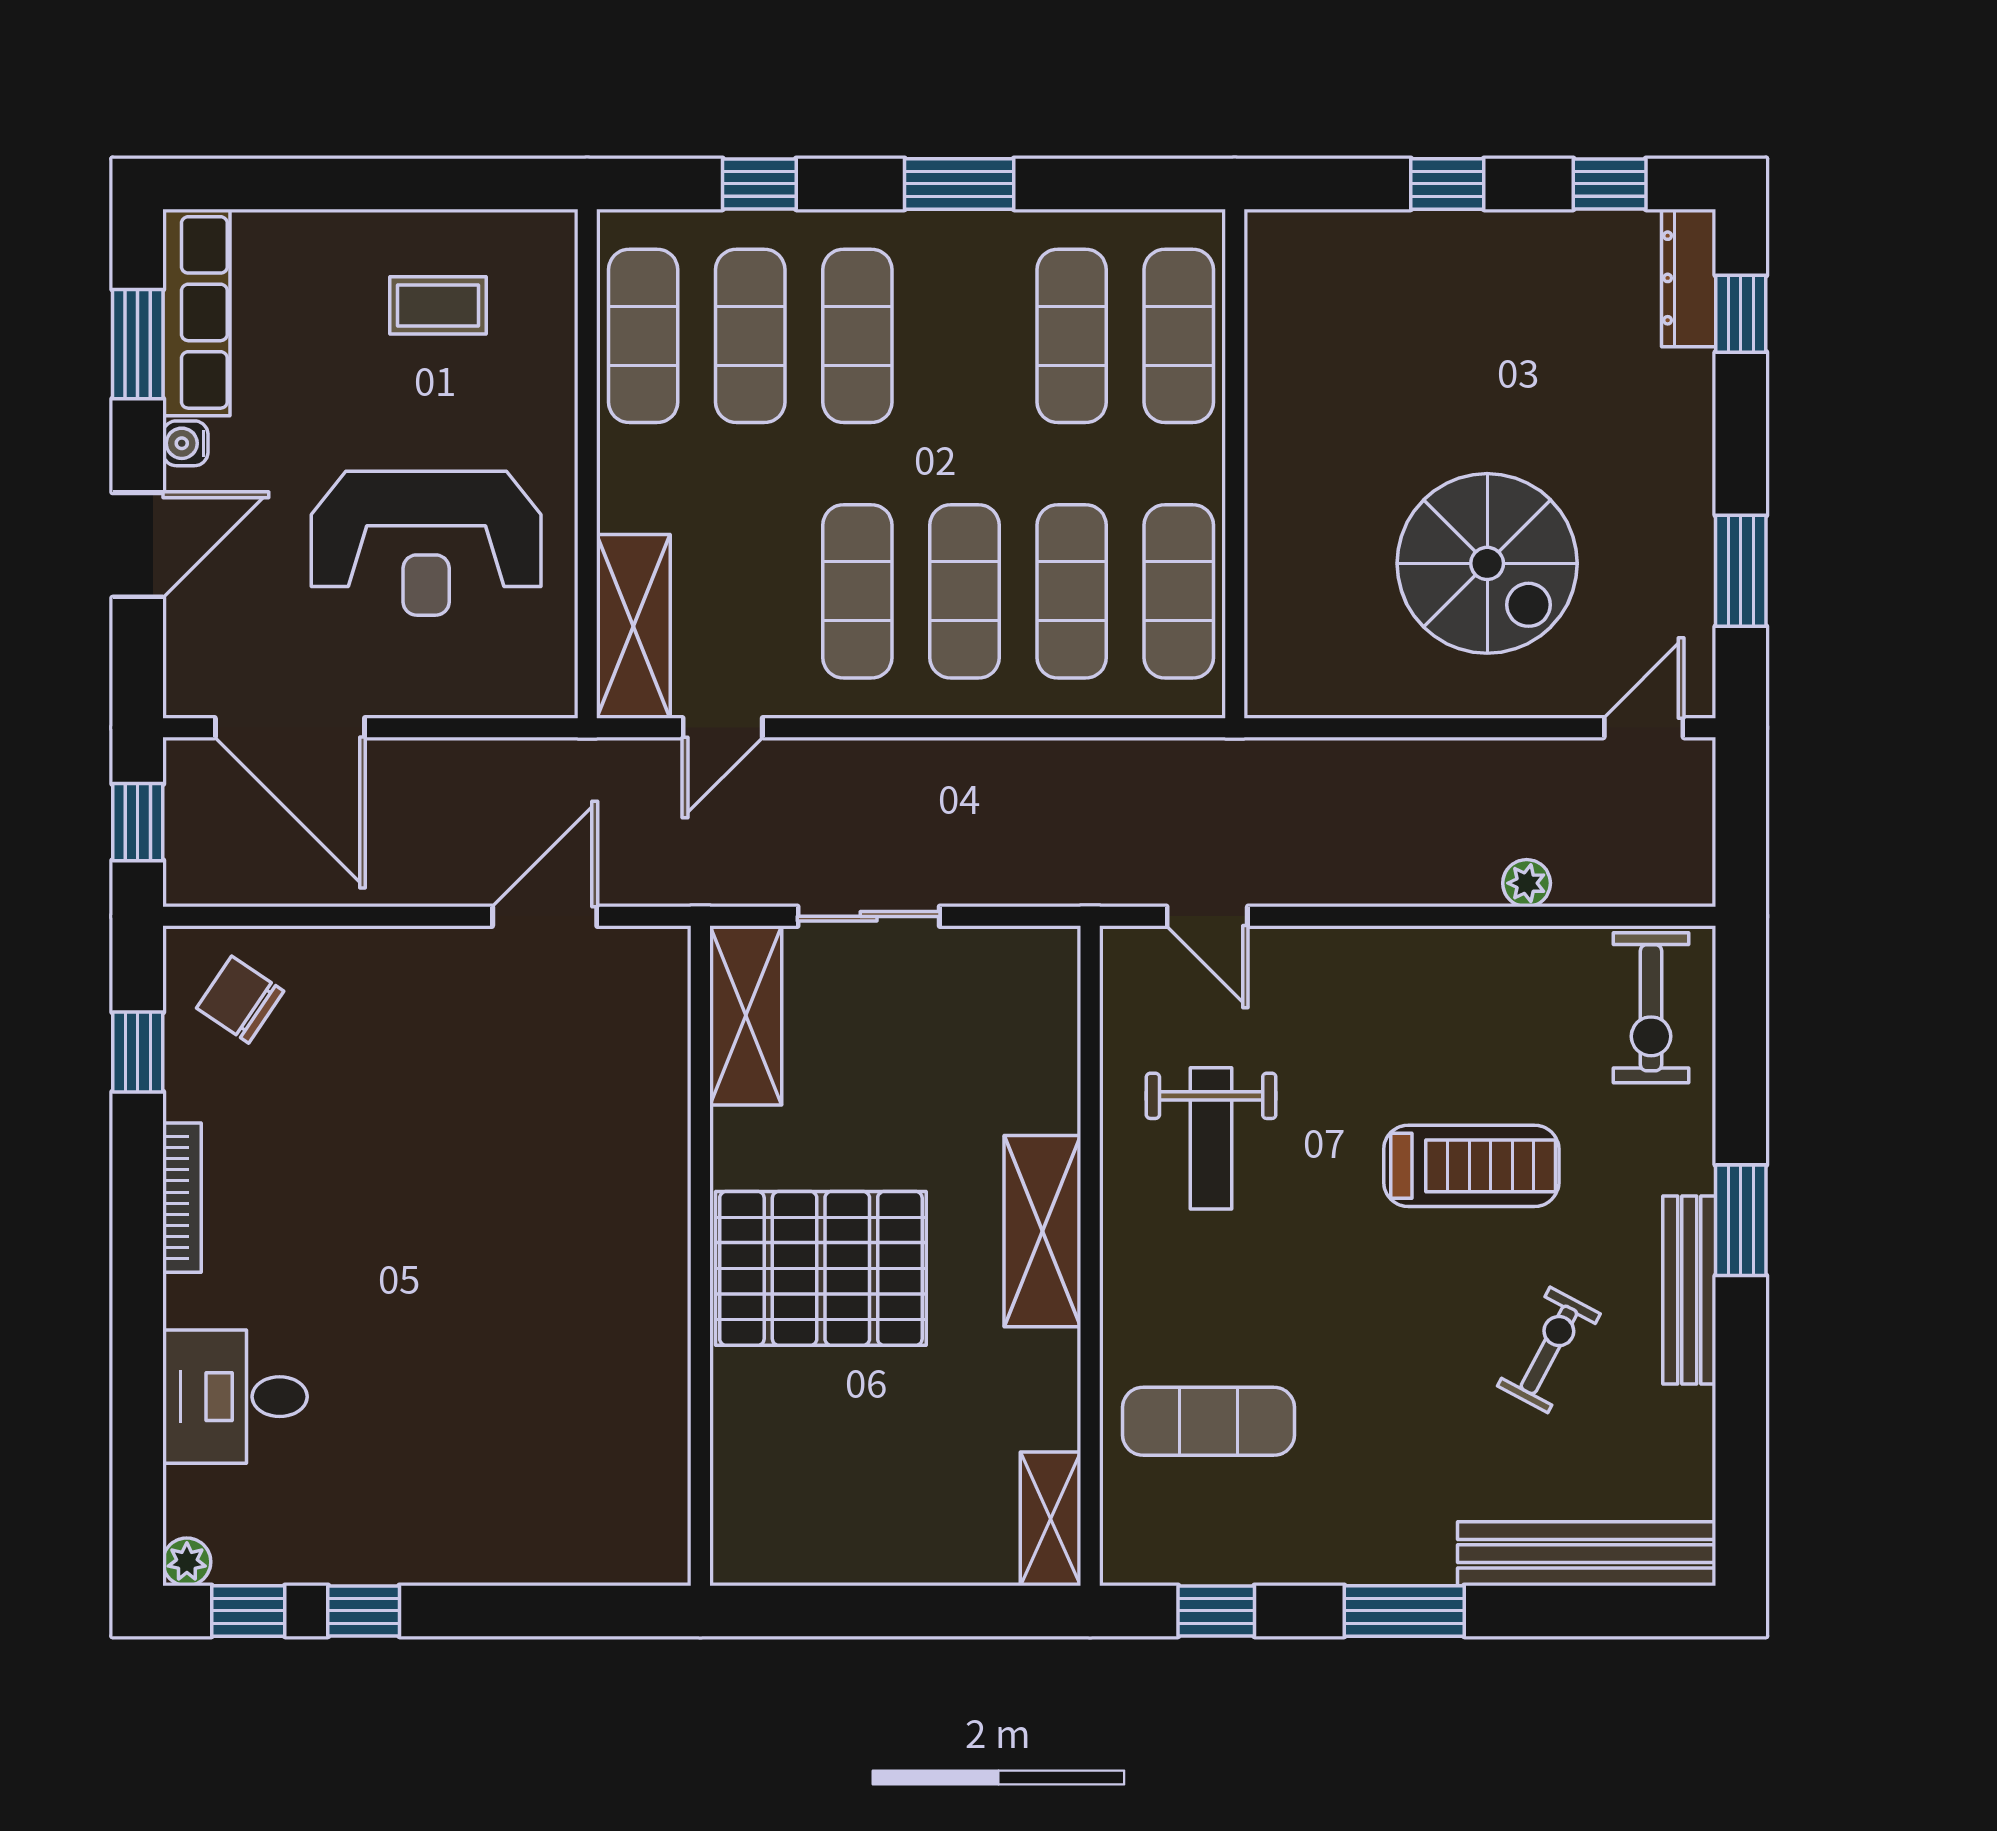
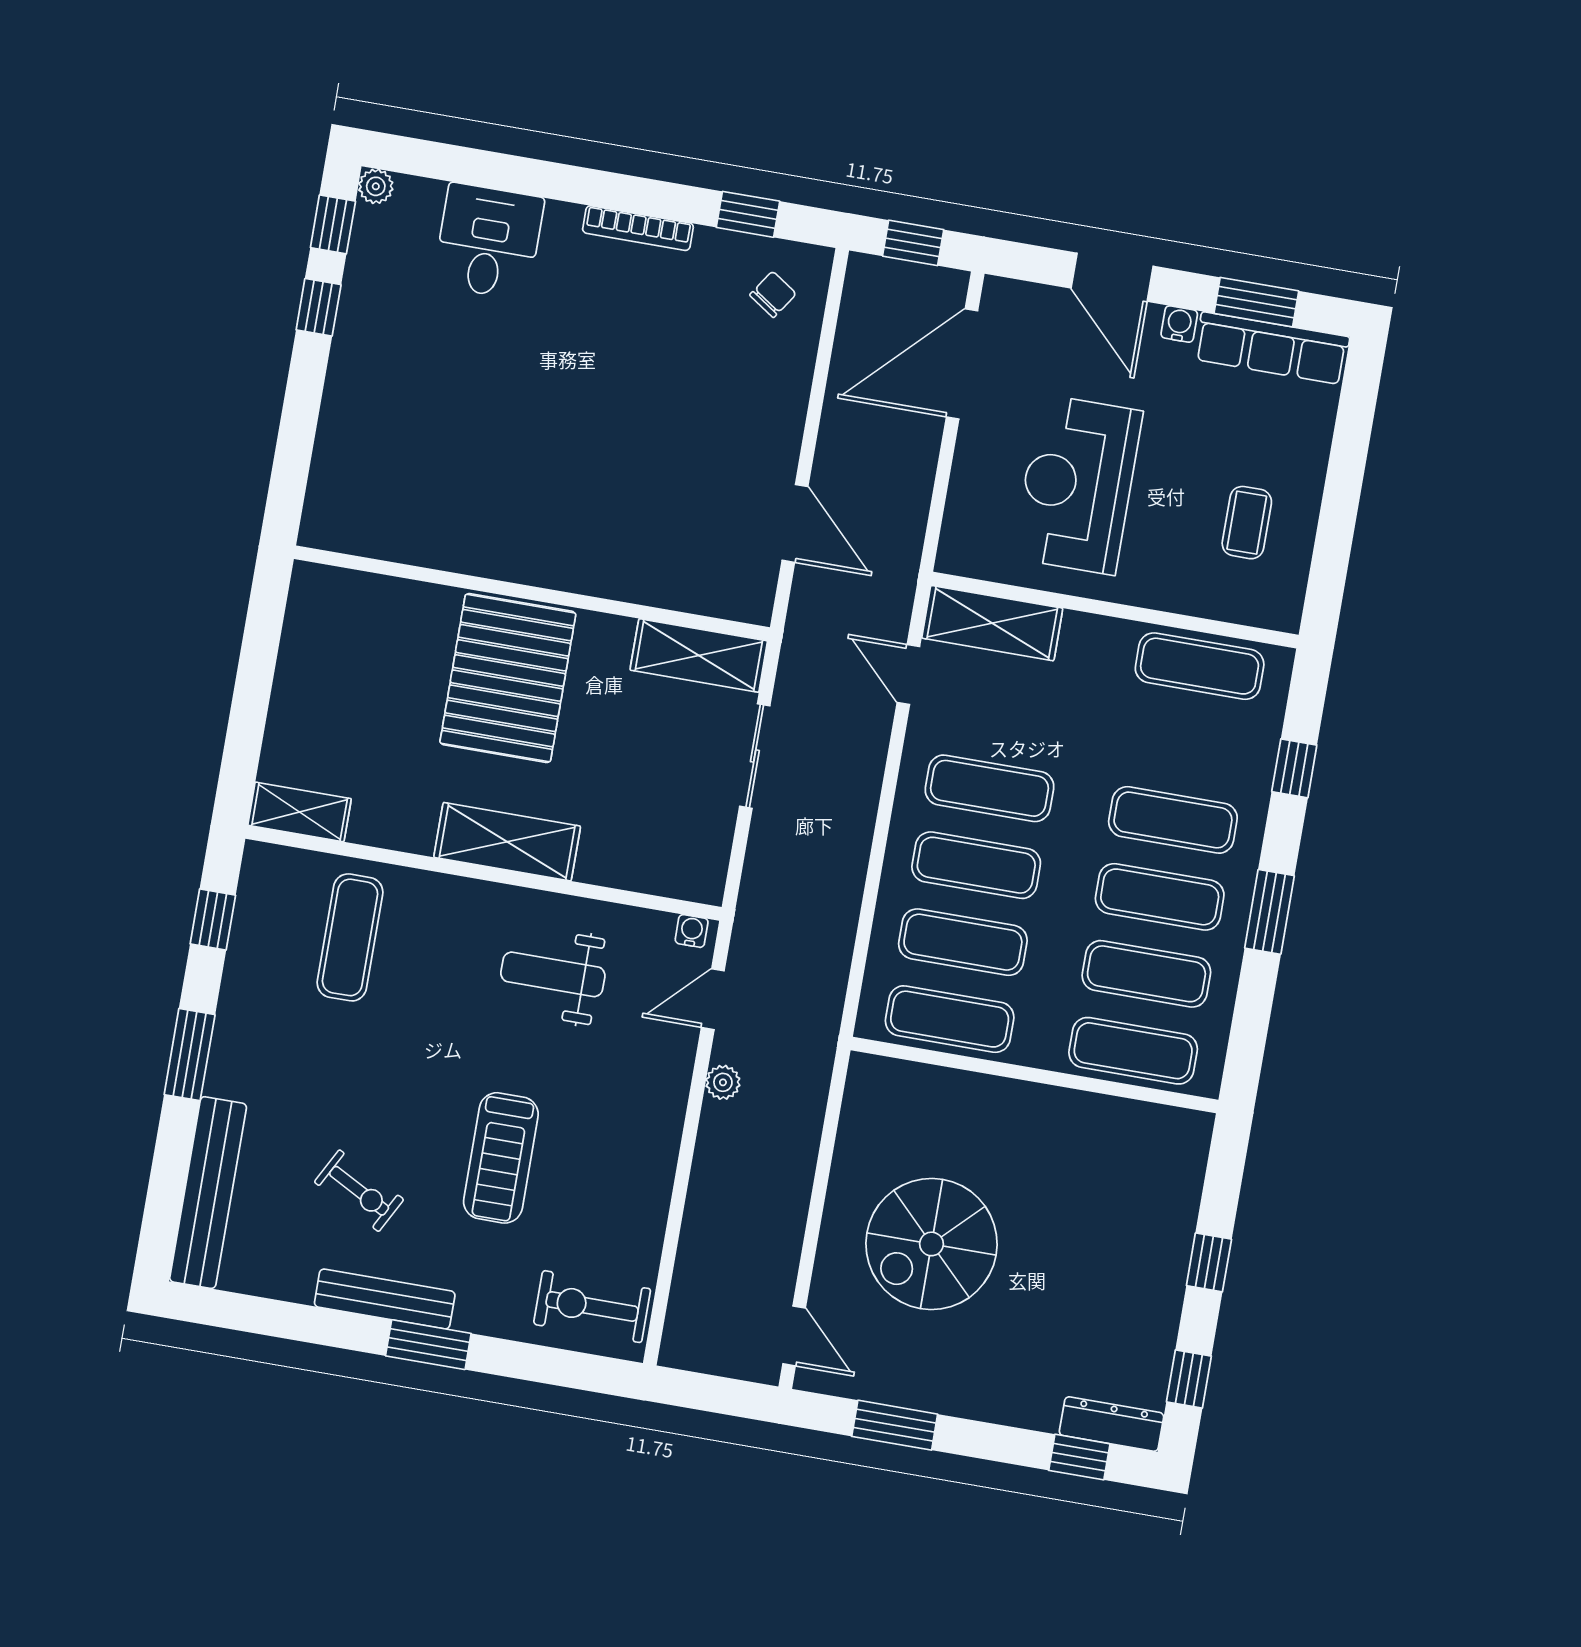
exercise mat: (750, 336) -> (1160, 897), moved
plant: (1527, 883) -> (723, 1082), moved
water cooler: (1120, 961) -> (692, 931), added
chair: (240, 1000) -> (773, 294), width x0.73, depth x0.73

